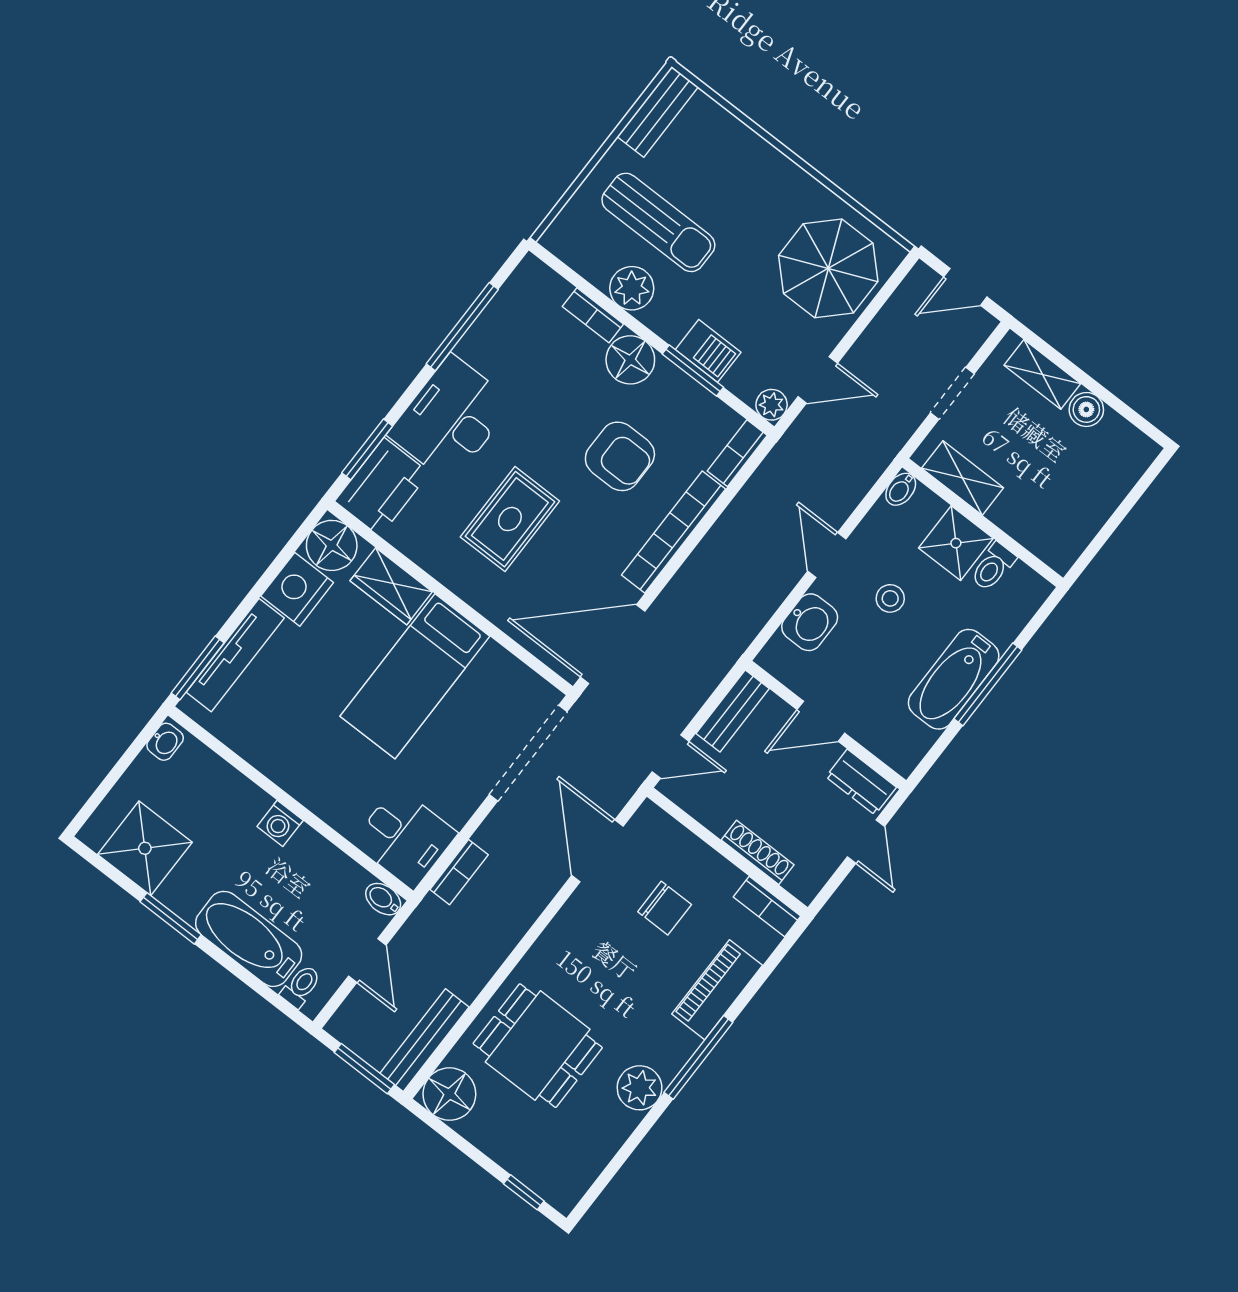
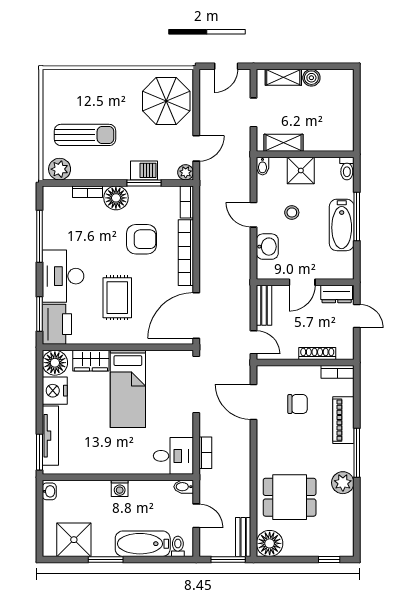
bench: (658, 112) -> (51, 91), removed
plant: (632, 288) -> (60, 169), moved
toilet: (993, 567) -> (347, 169), moved
door: (671, 757) -> (254, 342), hinge flipped
bench: (424, 1040) -> (243, 537), width x0.73

